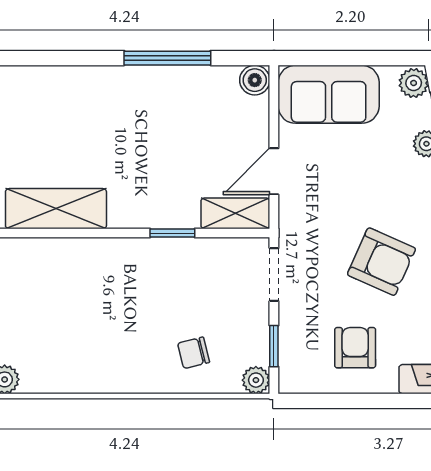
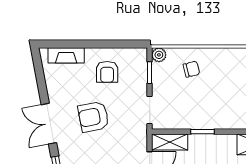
armchair: (381, 262) -> (93, 117), turned -35

